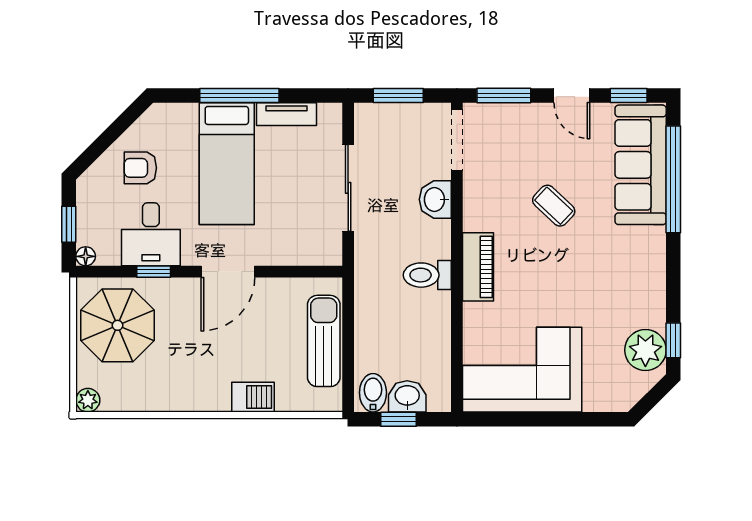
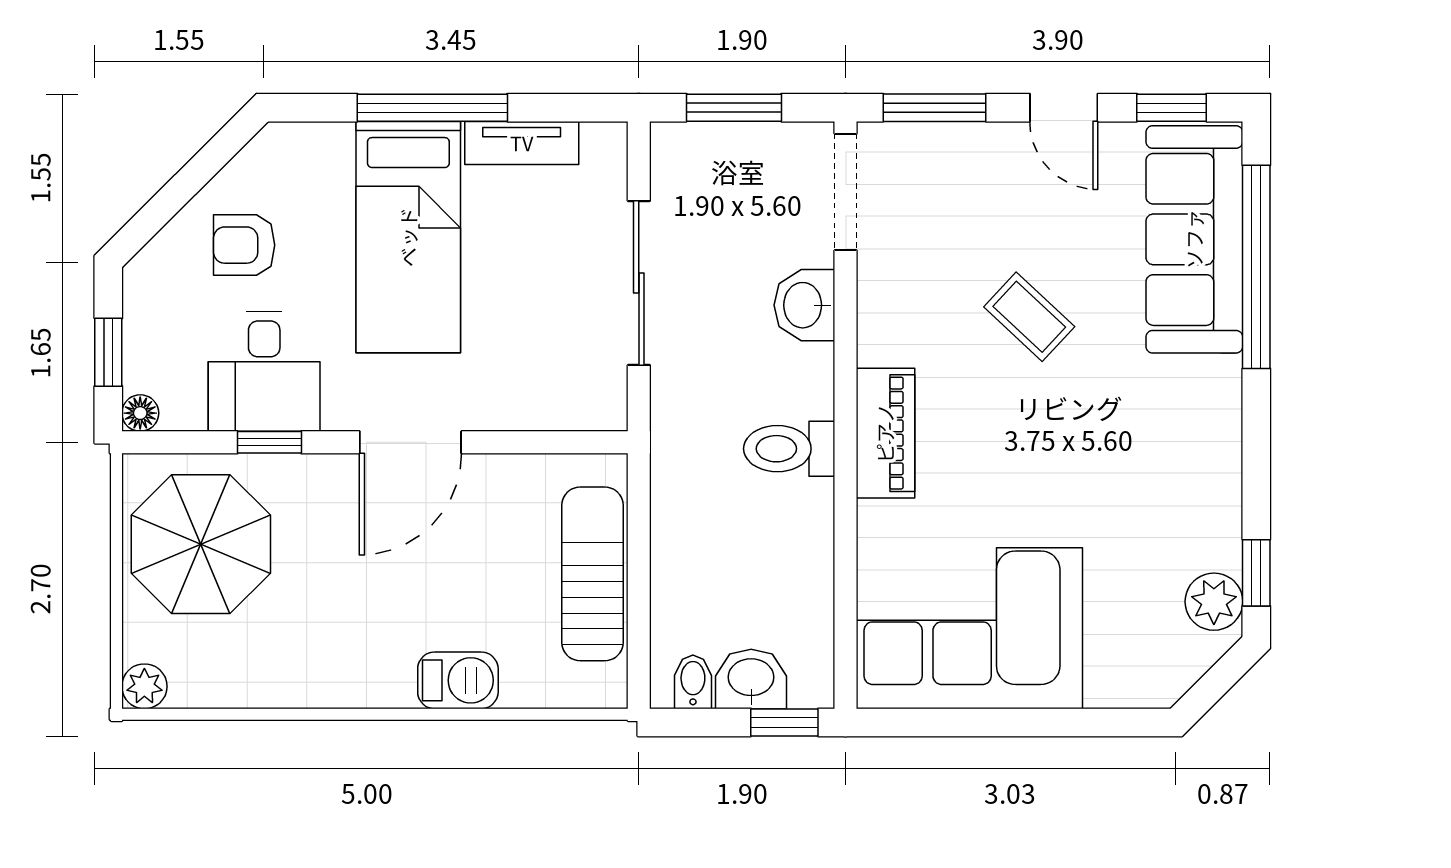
plant: (645, 350) -> (1214, 602), width x0.73, depth x0.73
bidet: (373, 393) -> (693, 682), width x0.72, depth x0.74
window: (398, 419) -> (784, 722), moved

